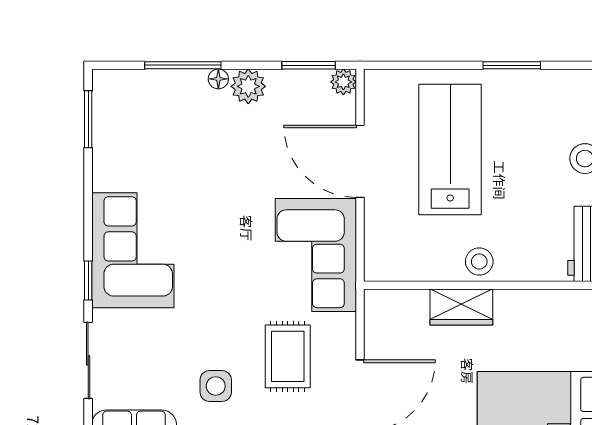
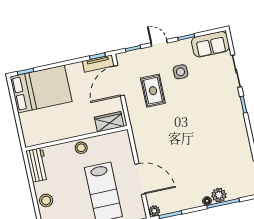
plant: (248, 86) -> (219, 195), moved
corner sofa: (133, 250) -> (227, 121), removed
corner sofa: (316, 255) -> (150, 136), removed
wardrobe: (461, 307) -> (109, 122), moved

